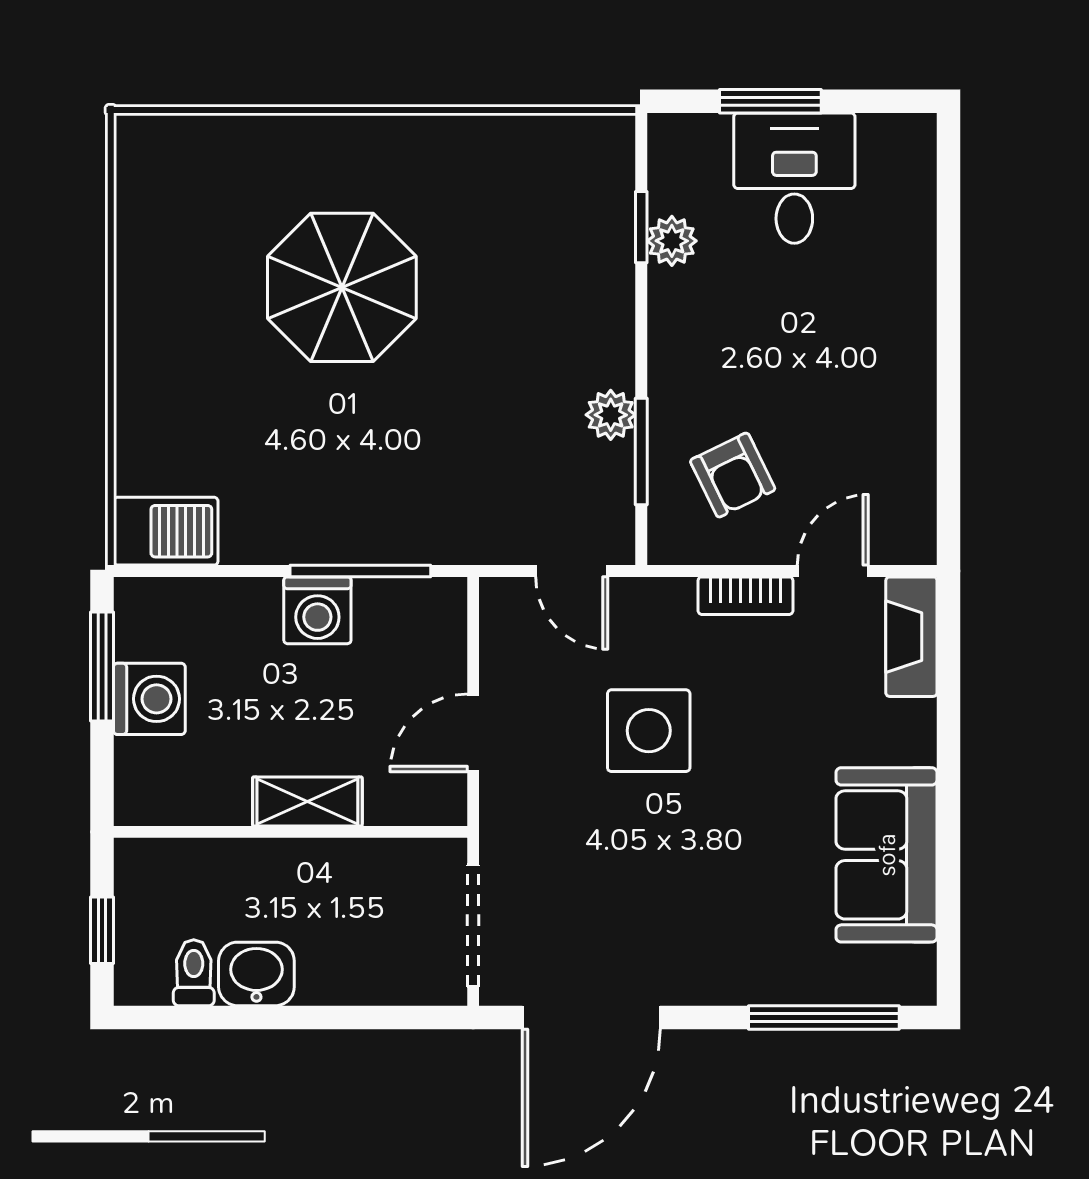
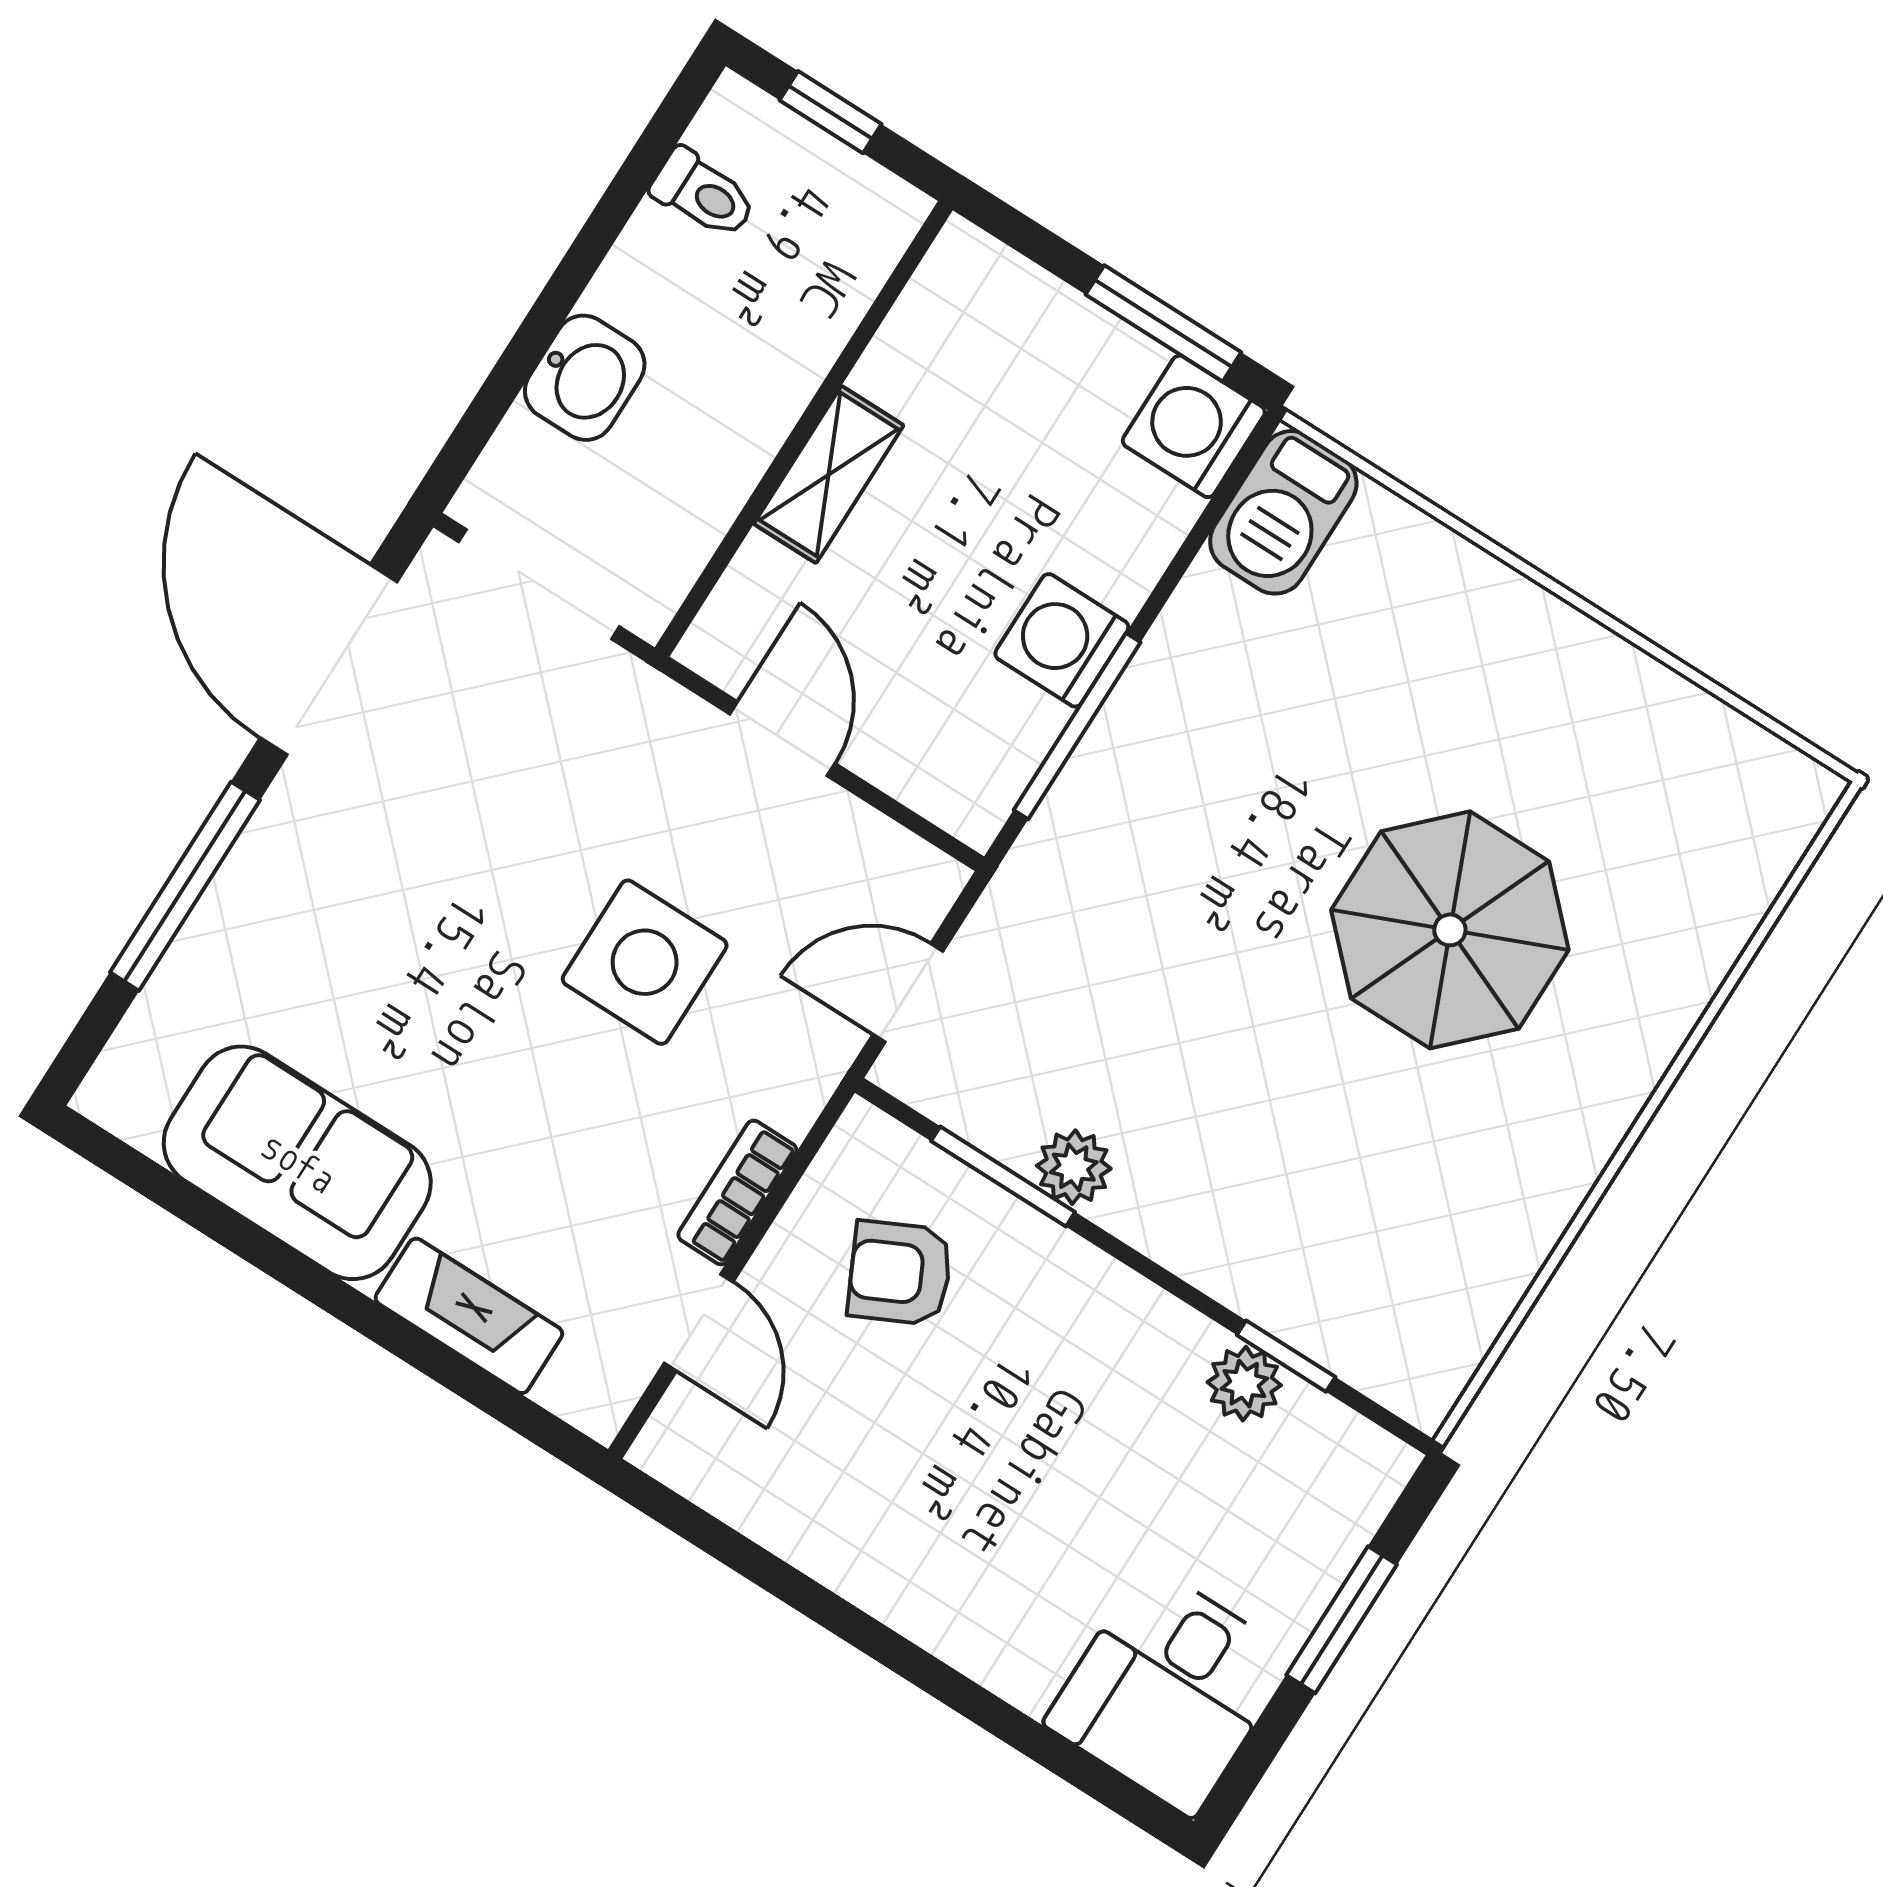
desk: (794, 178) -> (1169, 1690), moved, turned 90
fireplace: (911, 637) -> (469, 1316), moved
washing machine: (149, 699) -> (1194, 426), moved, turned 90
washbasin: (256, 974) -> (585, 378), moved
window: (824, 1017) -> (185, 886), moved

